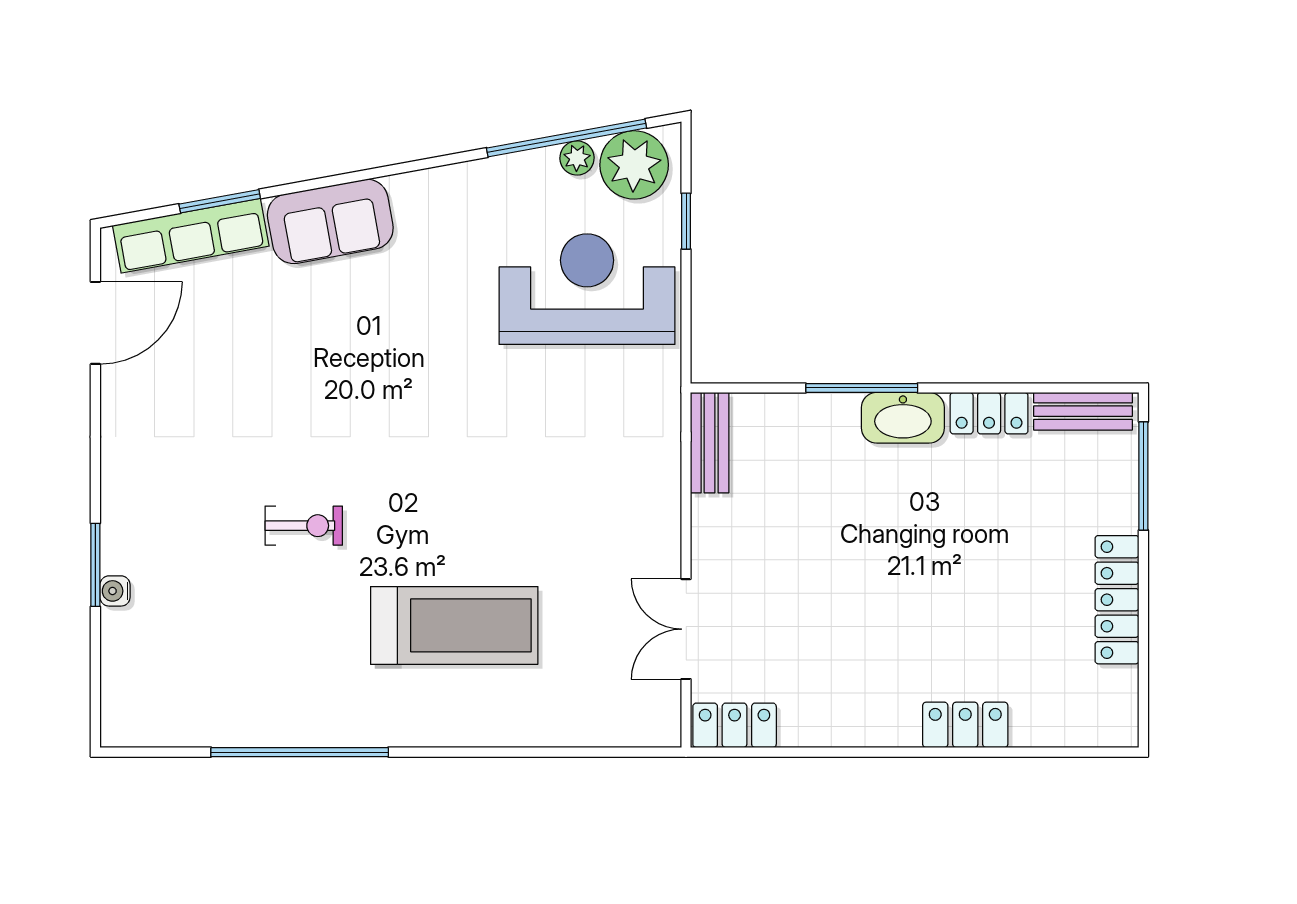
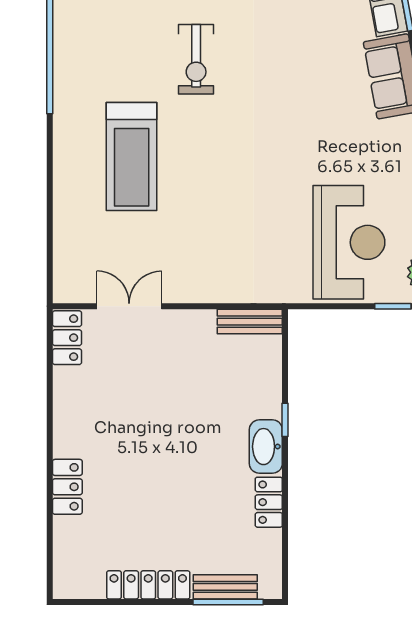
window: (862, 388) -> (285, 420), width x0.46
bench: (1083, 411) -> (225, 587), moved, turned 90
exercise bike: (304, 526) -> (196, 59), width x1.38, depth x1.39

